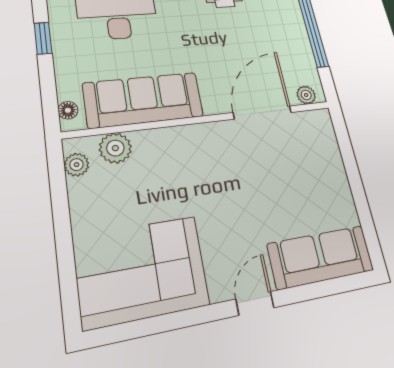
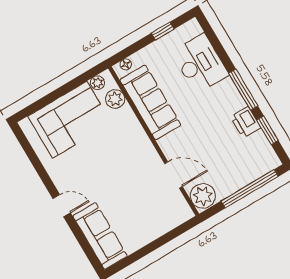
plant: (306, 95) -> (203, 196), width x1.88, depth x1.88
door: (262, 112) -> (174, 175), width x0.73
corner sofa: (141, 271) -> (70, 120), moved, turned 90

